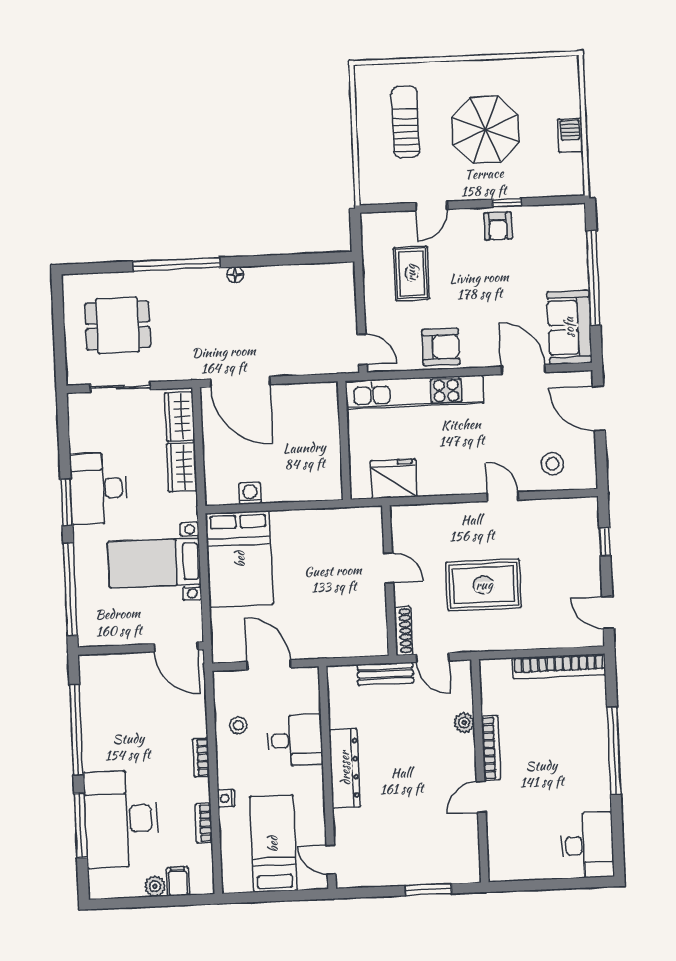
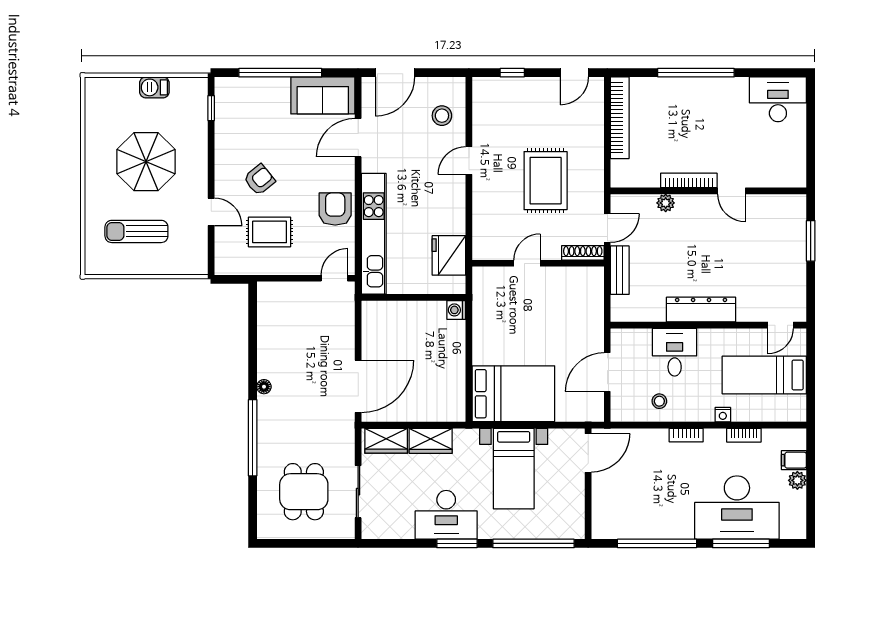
window: (507, 203) -> (211, 108), moved
armchair: (498, 226) -> (259, 180), moved, turned -39
washing machine: (250, 493) -> (456, 310), moved

